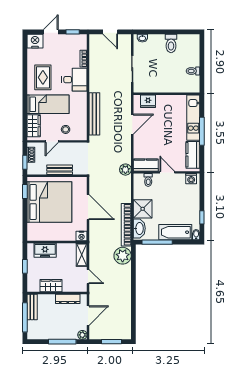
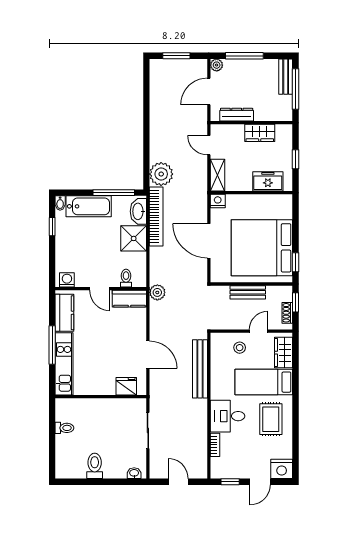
door: (132, 124) -> (148, 355), swing flipped
bench: (32, 307) -> (286, 77), moved

